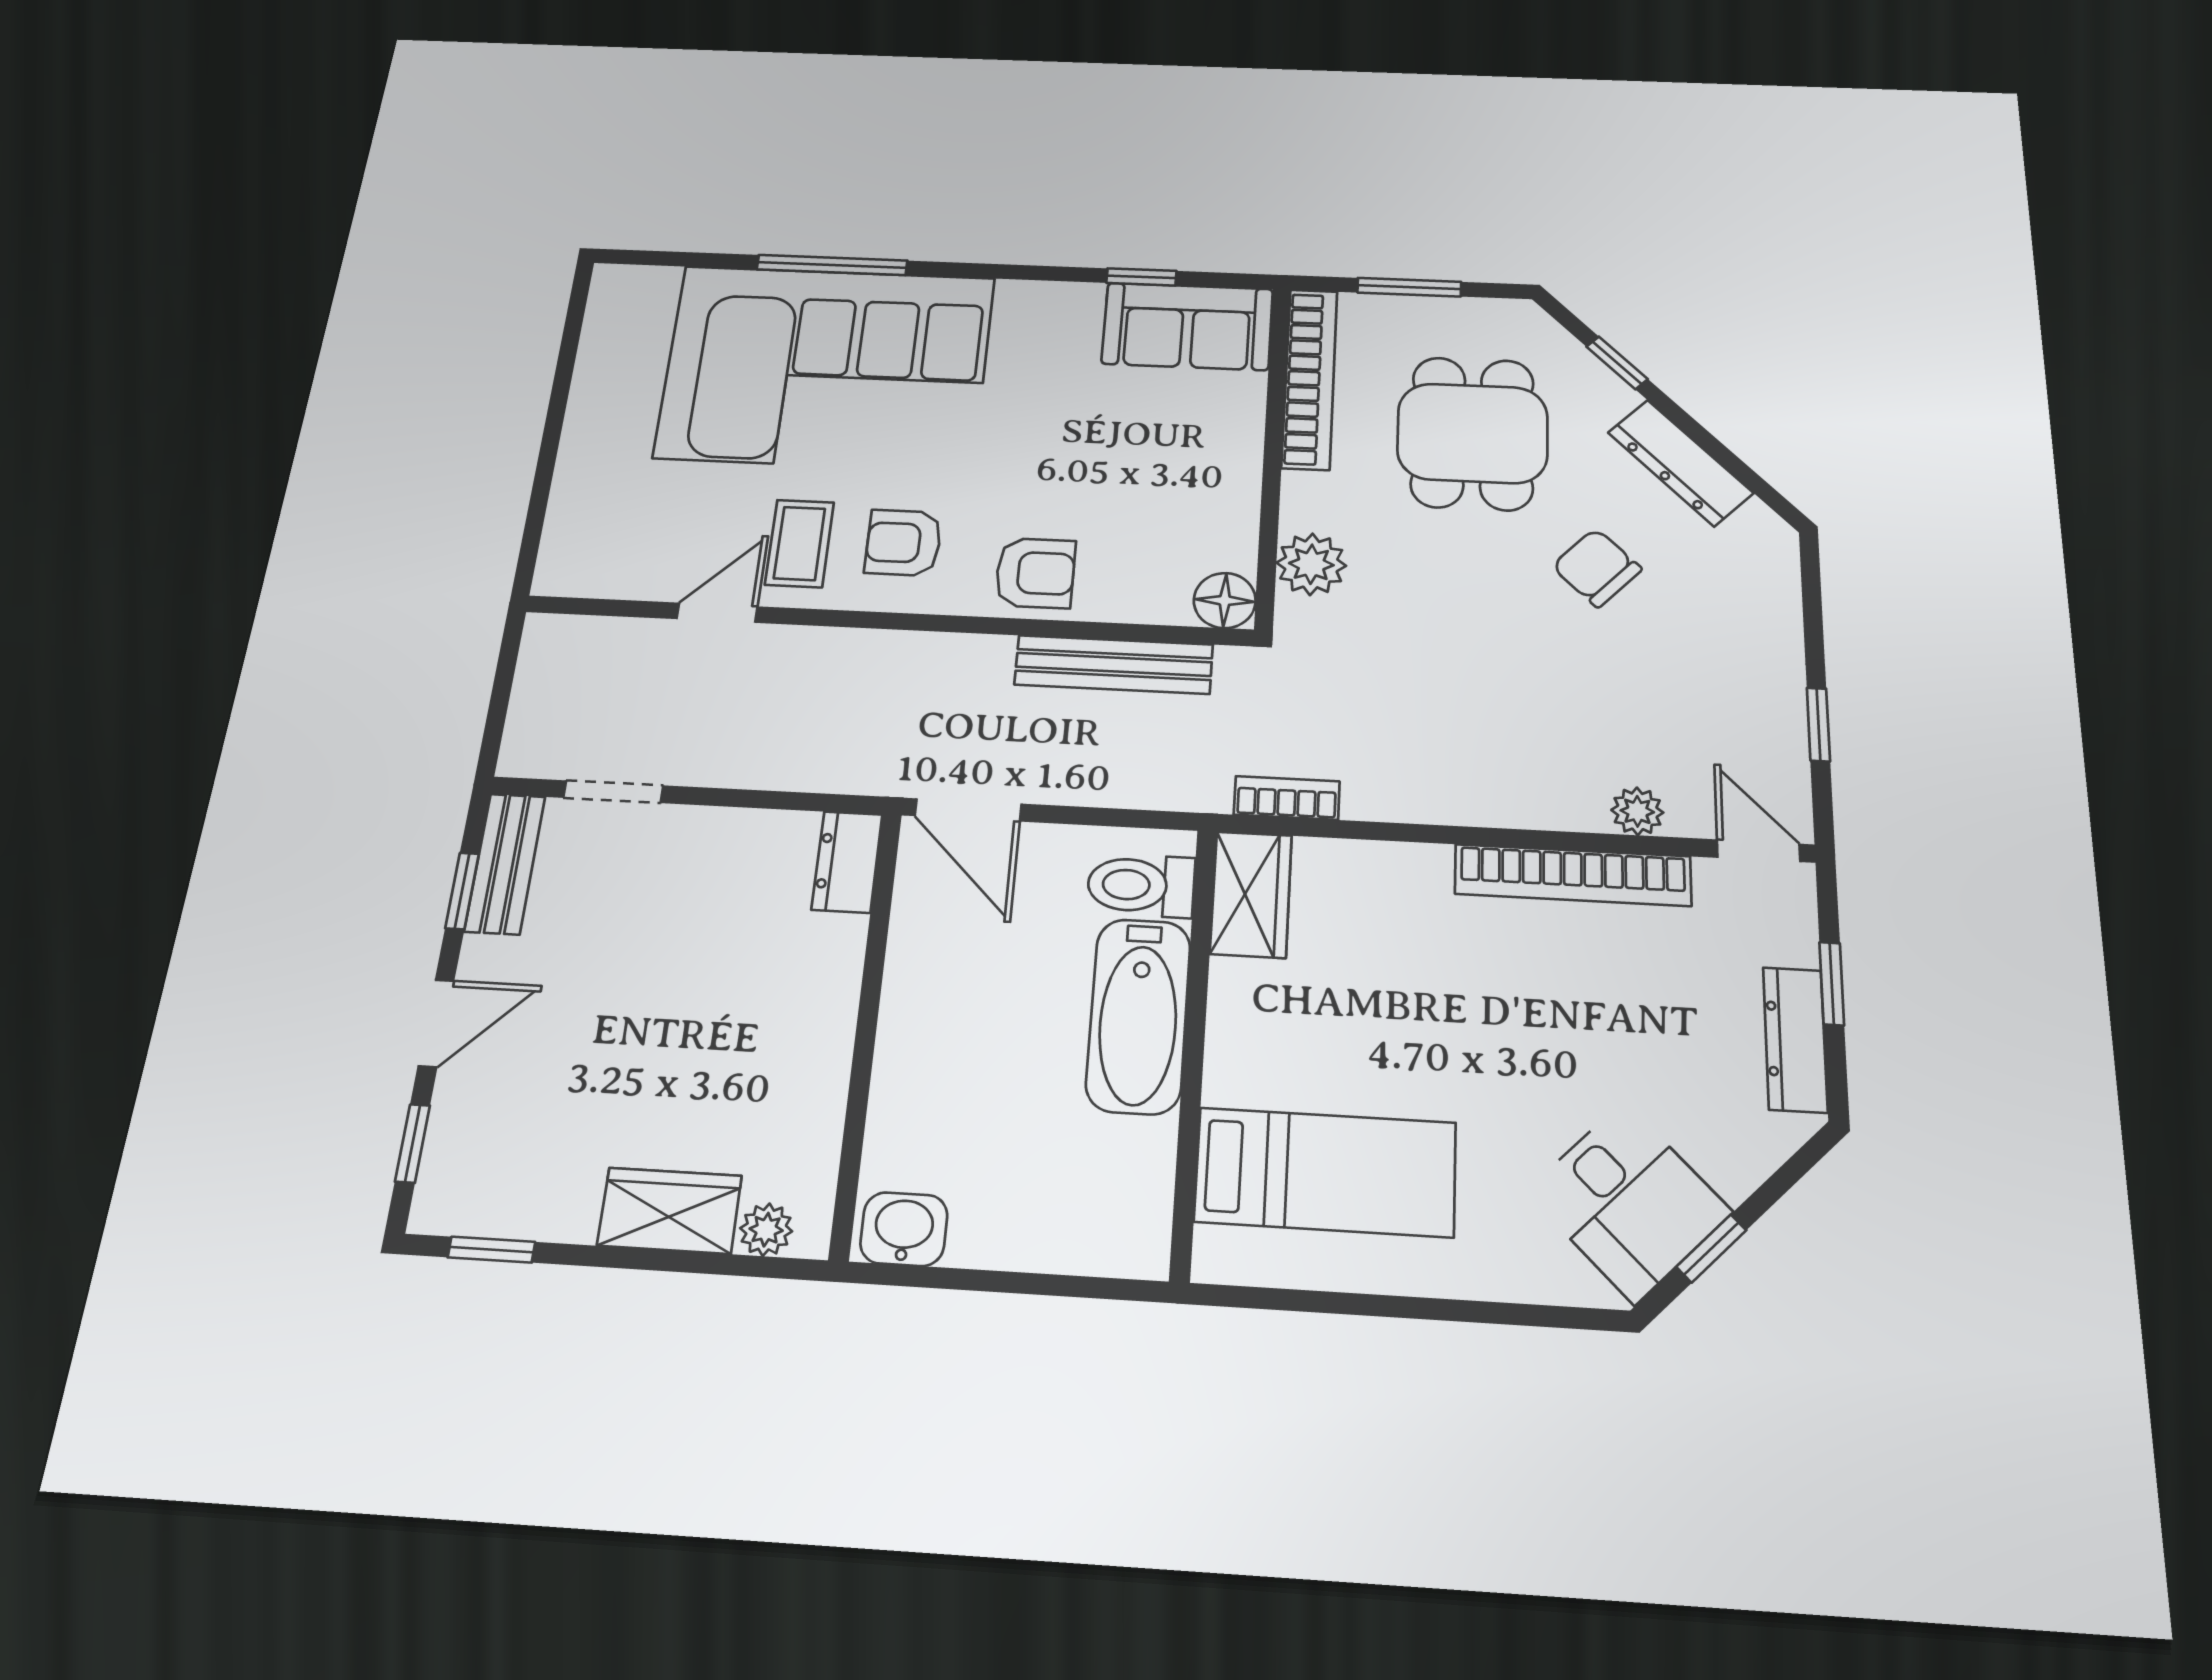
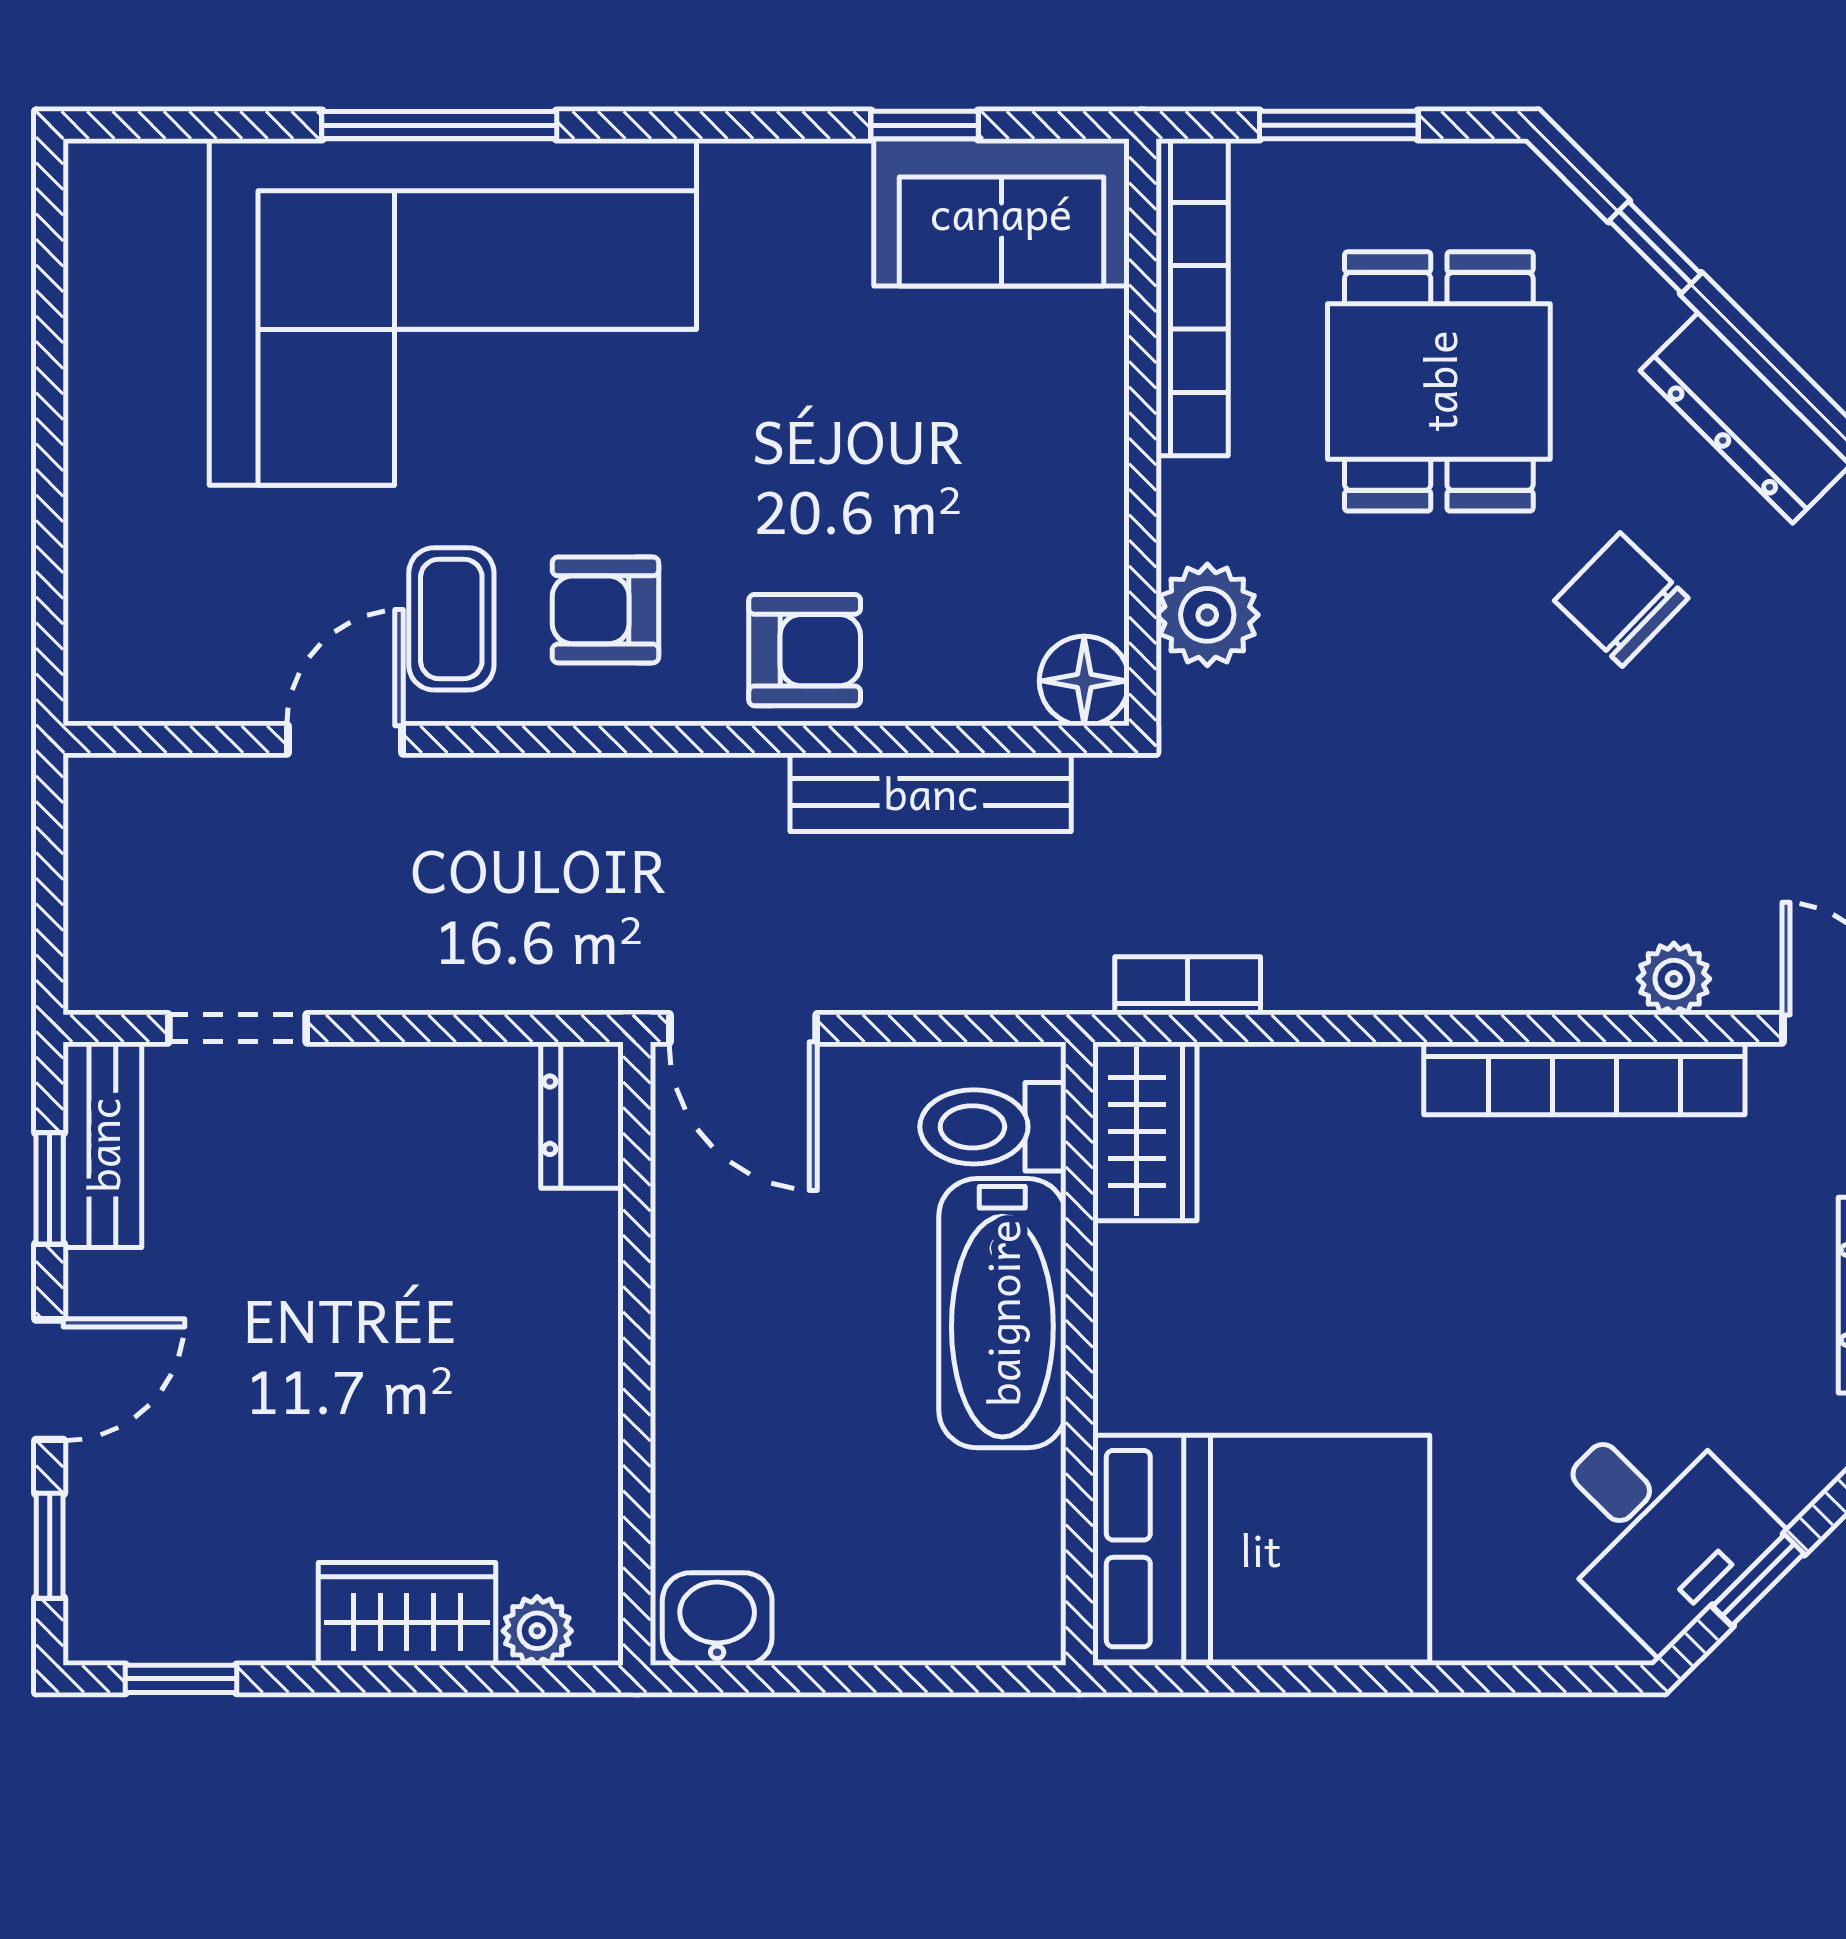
bed: (1325, 1172) -> (1261, 1549), width x1.50

